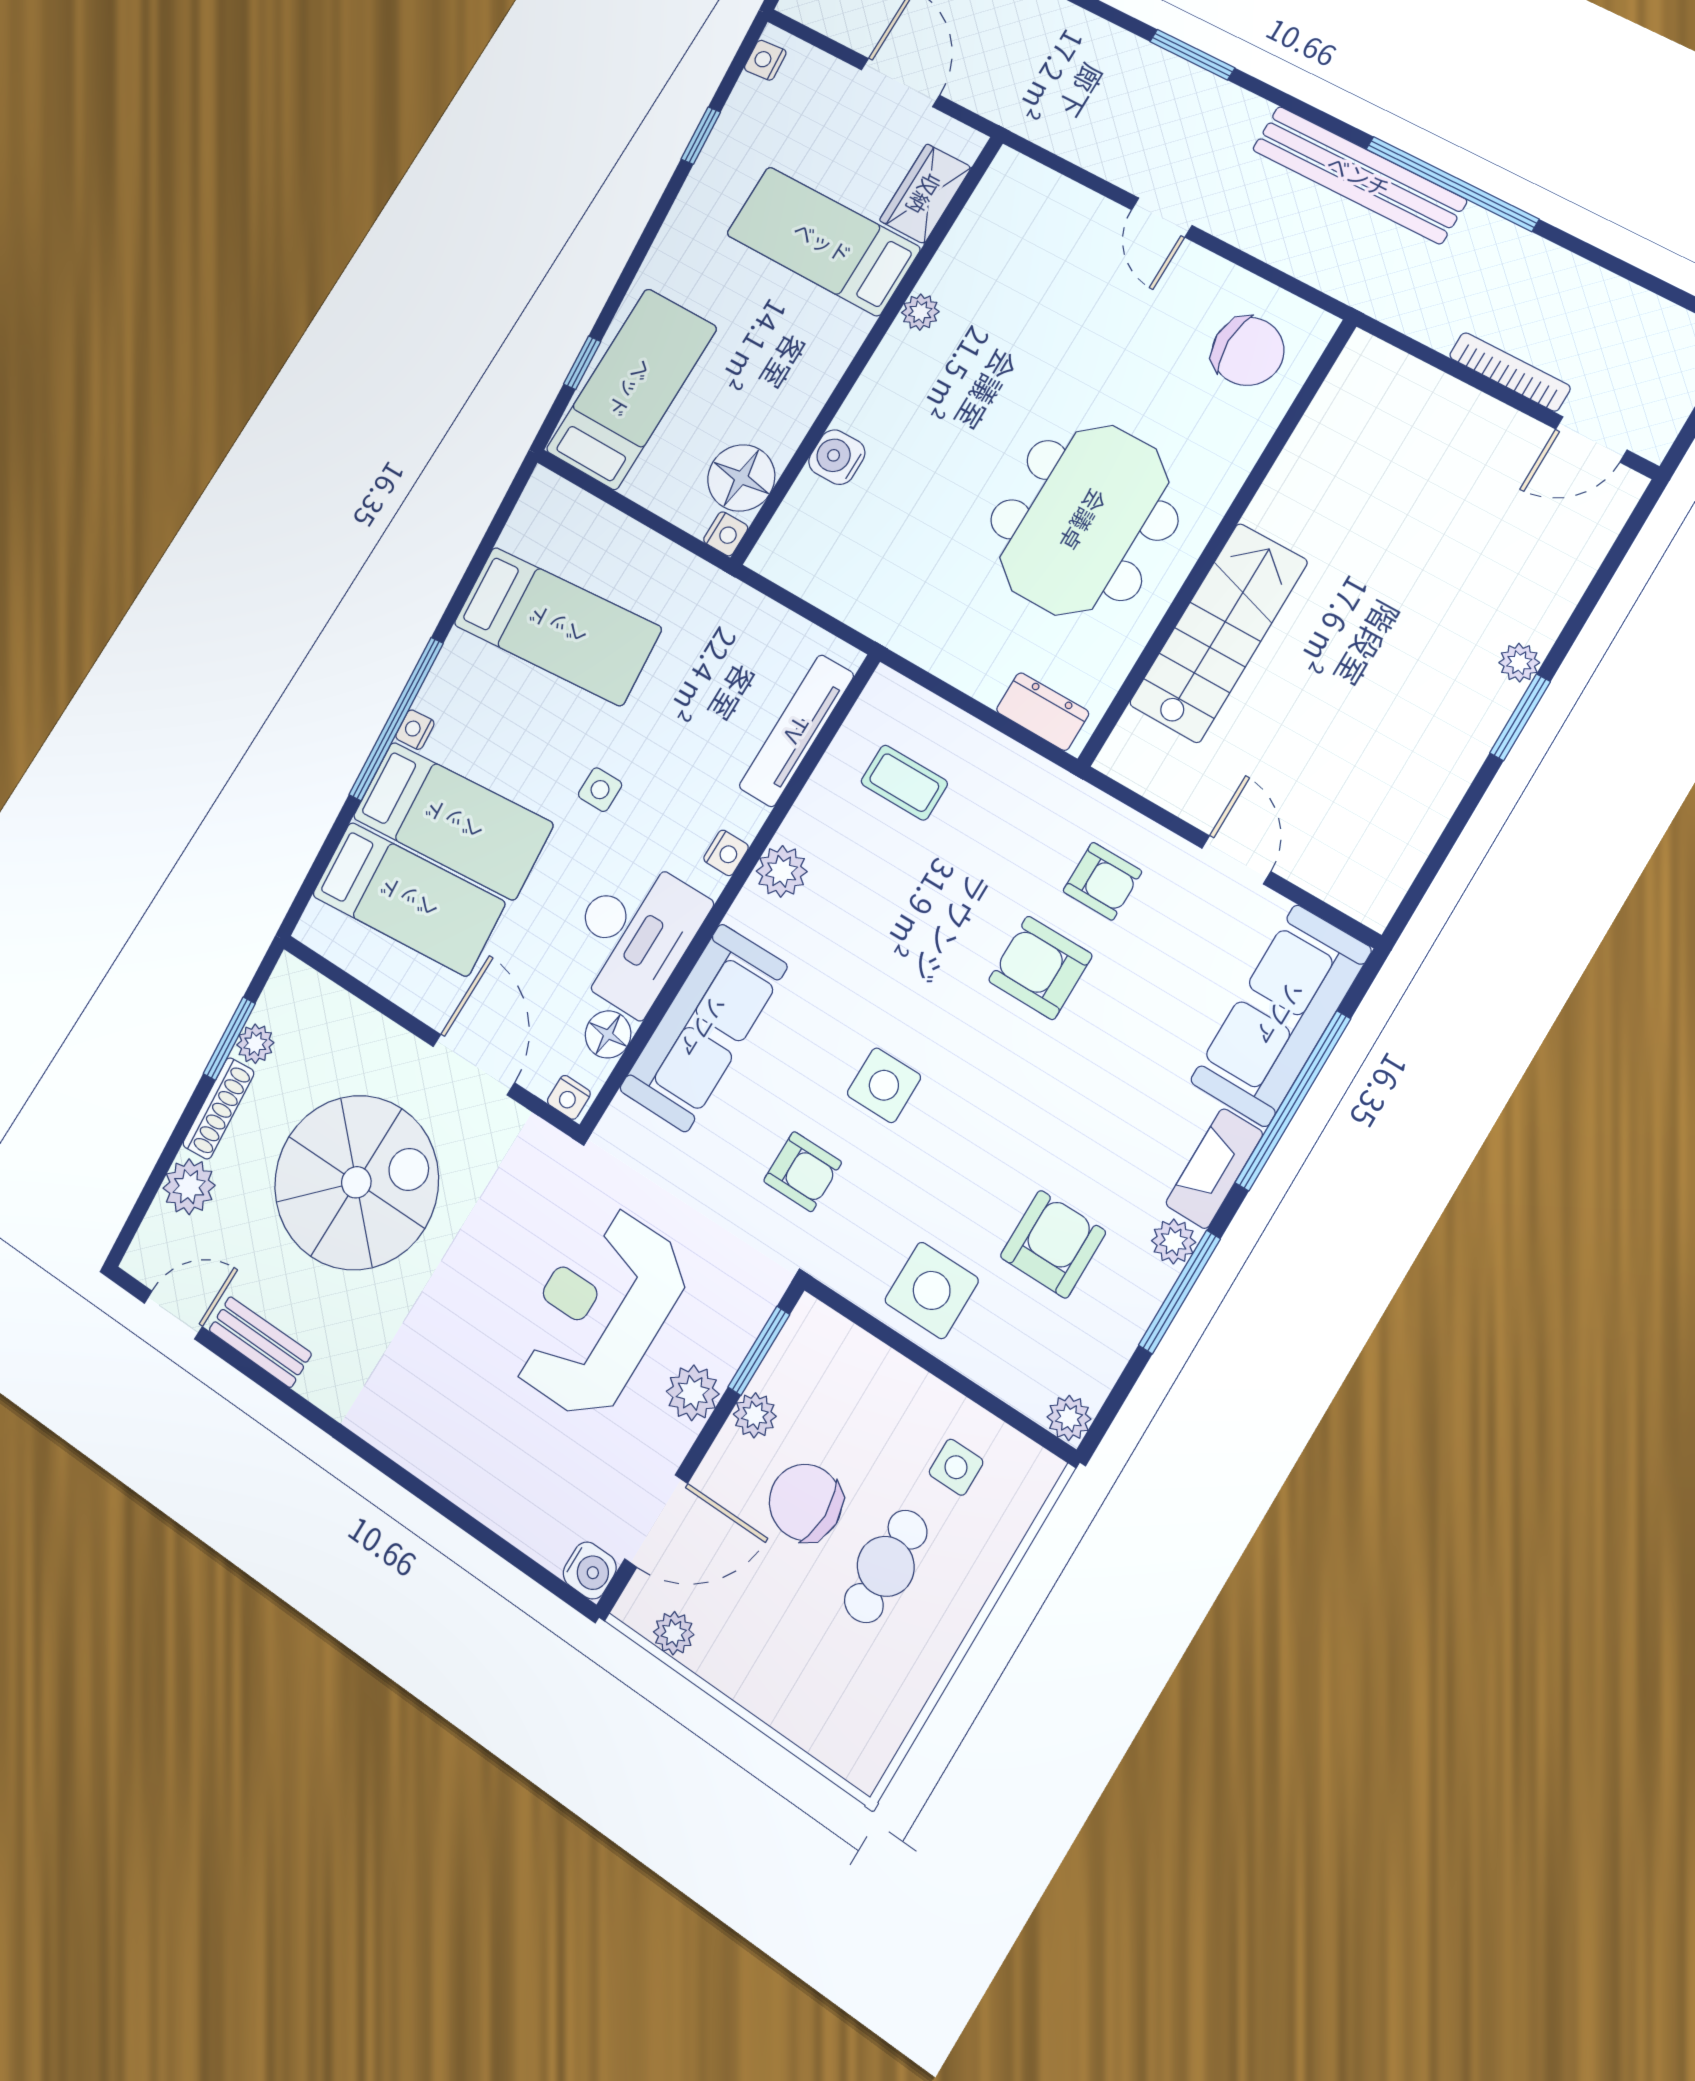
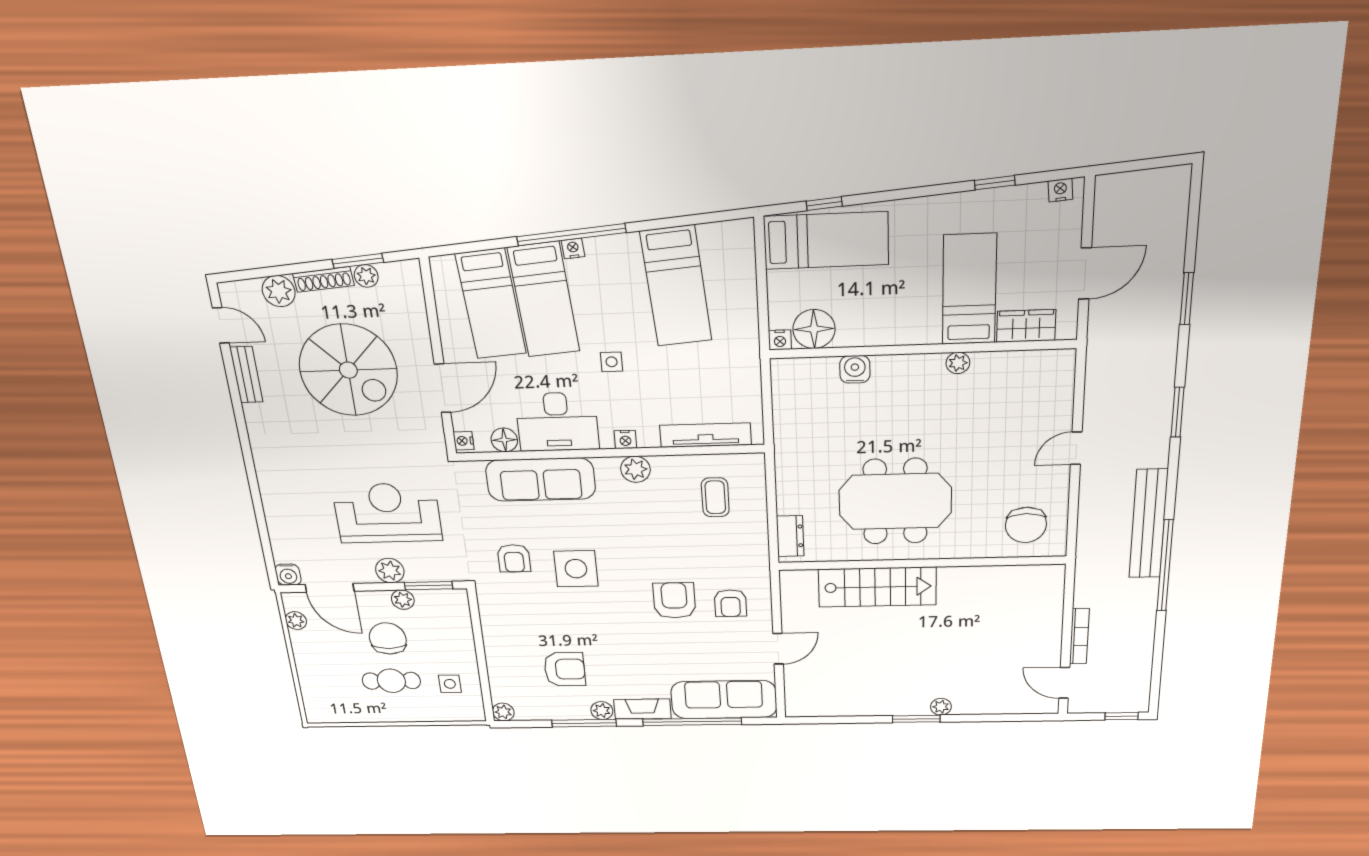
side table: (884, 1085) -> (576, 569), width x1.37, depth x1.37
side table: (932, 1290) -> (509, 636), removed

